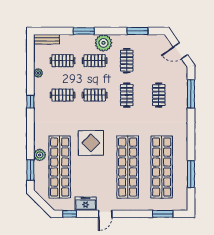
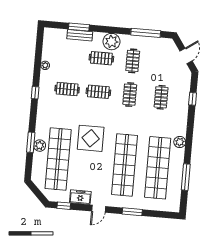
window: (84, 31) -> (79, 27), moved
window: (137, 31) -> (146, 33), width x1.44
bench: (47, 39) -> (80, 35), moved
door: (180, 51) -> (186, 56), swing flipped
clothes rail: (63, 61) -> (70, 55), removed
window: (191, 94) -> (193, 99), width x0.46
plant: (182, 139) -> (180, 142), added
window: (30, 170) -> (31, 142), moved
window: (163, 214) -> (132, 212), moved

